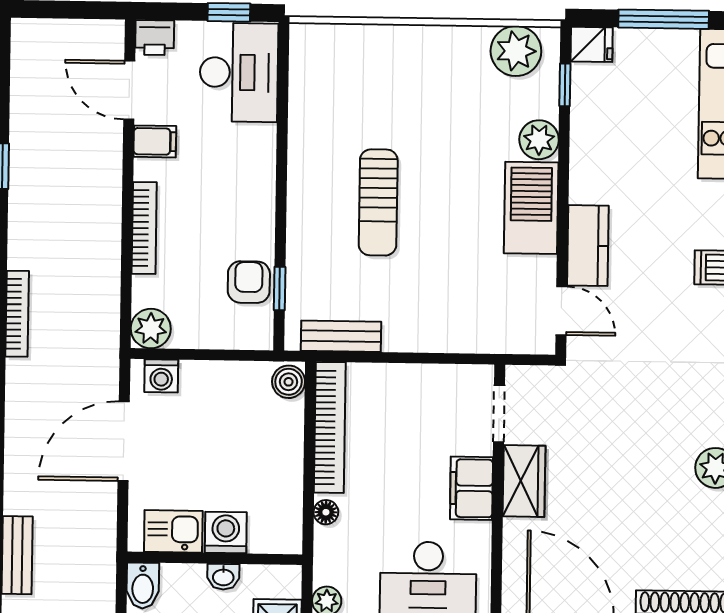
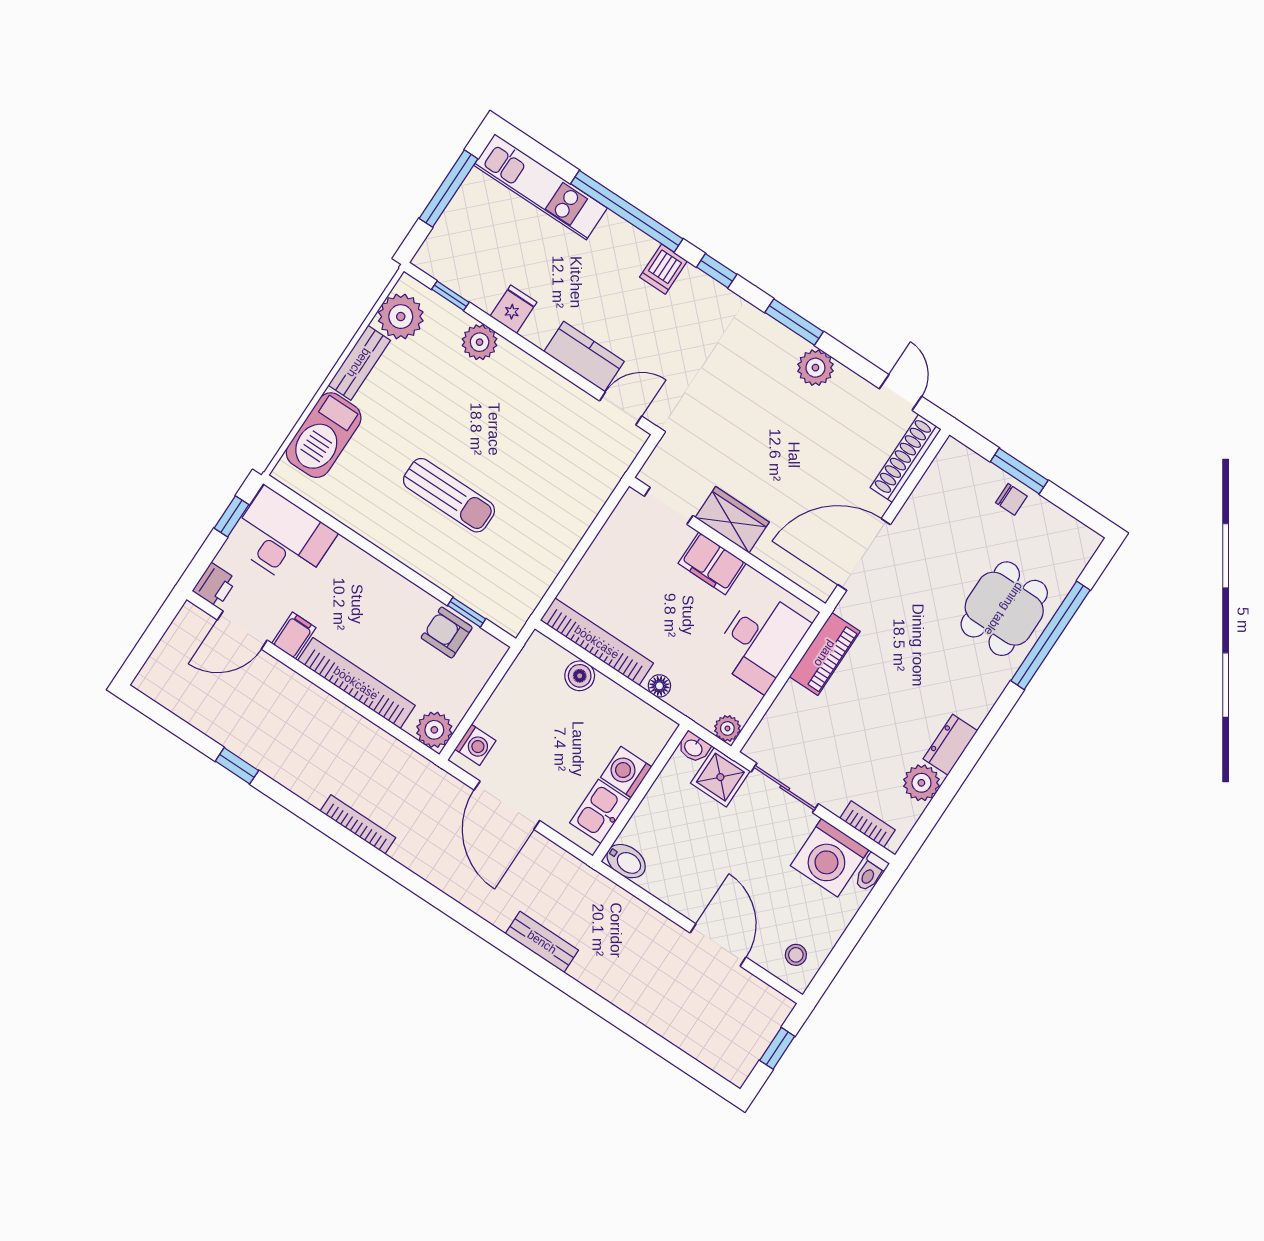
fridge: (592, 44) -> (513, 309), moved
barbecue: (531, 208) -> (324, 435), moved, turned -90
bookcase: (144, 228) -> (356, 683), width x1.48, depth x1.31
bench: (341, 336) -> (359, 363), moved
boiler: (289, 382) -> (580, 676), moved
washbasin: (223, 577) -> (694, 747), moved, turned 90

